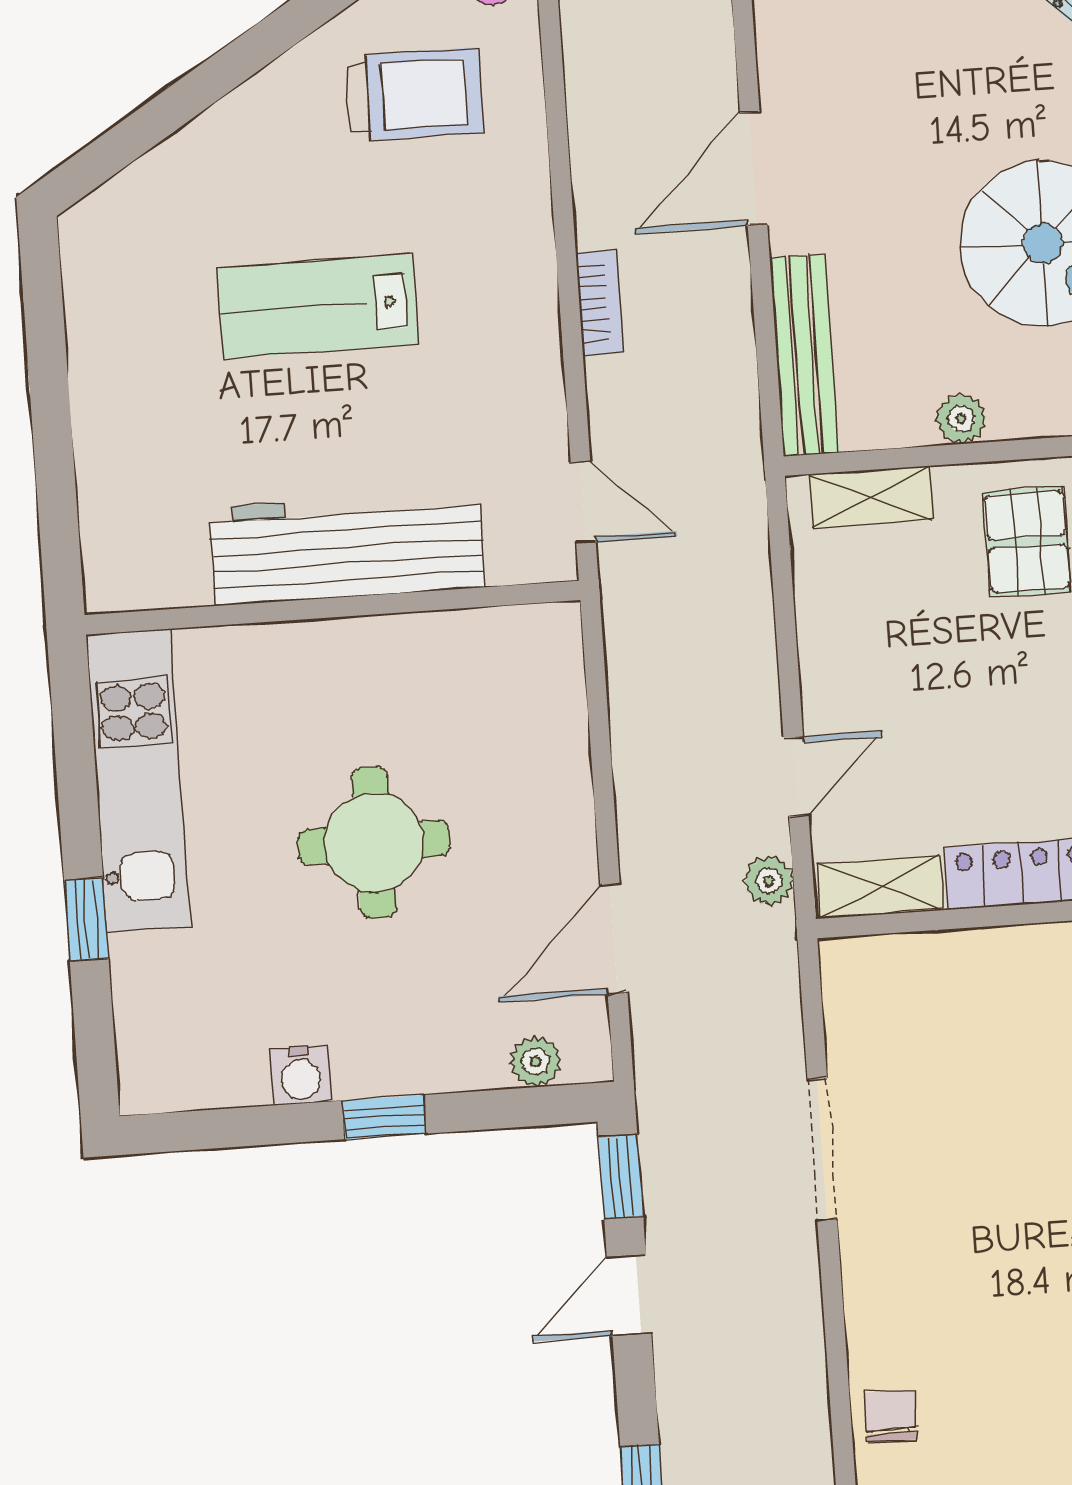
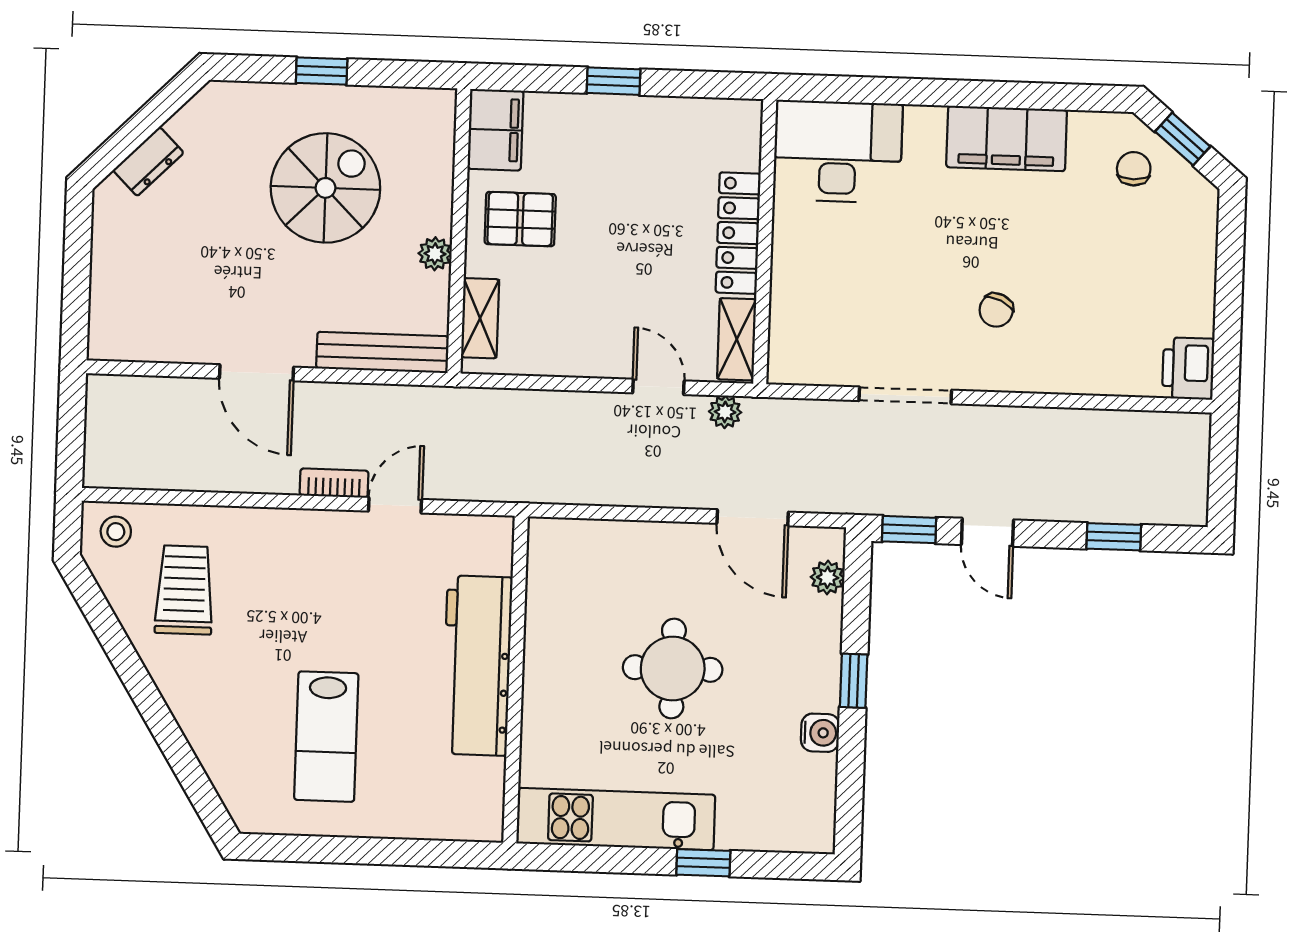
lab bench: (318, 306) -> (326, 737), moved
door: (583, 502) -> (395, 505), moved
chair: (891, 1416) -> (996, 310), moved, turned -65

